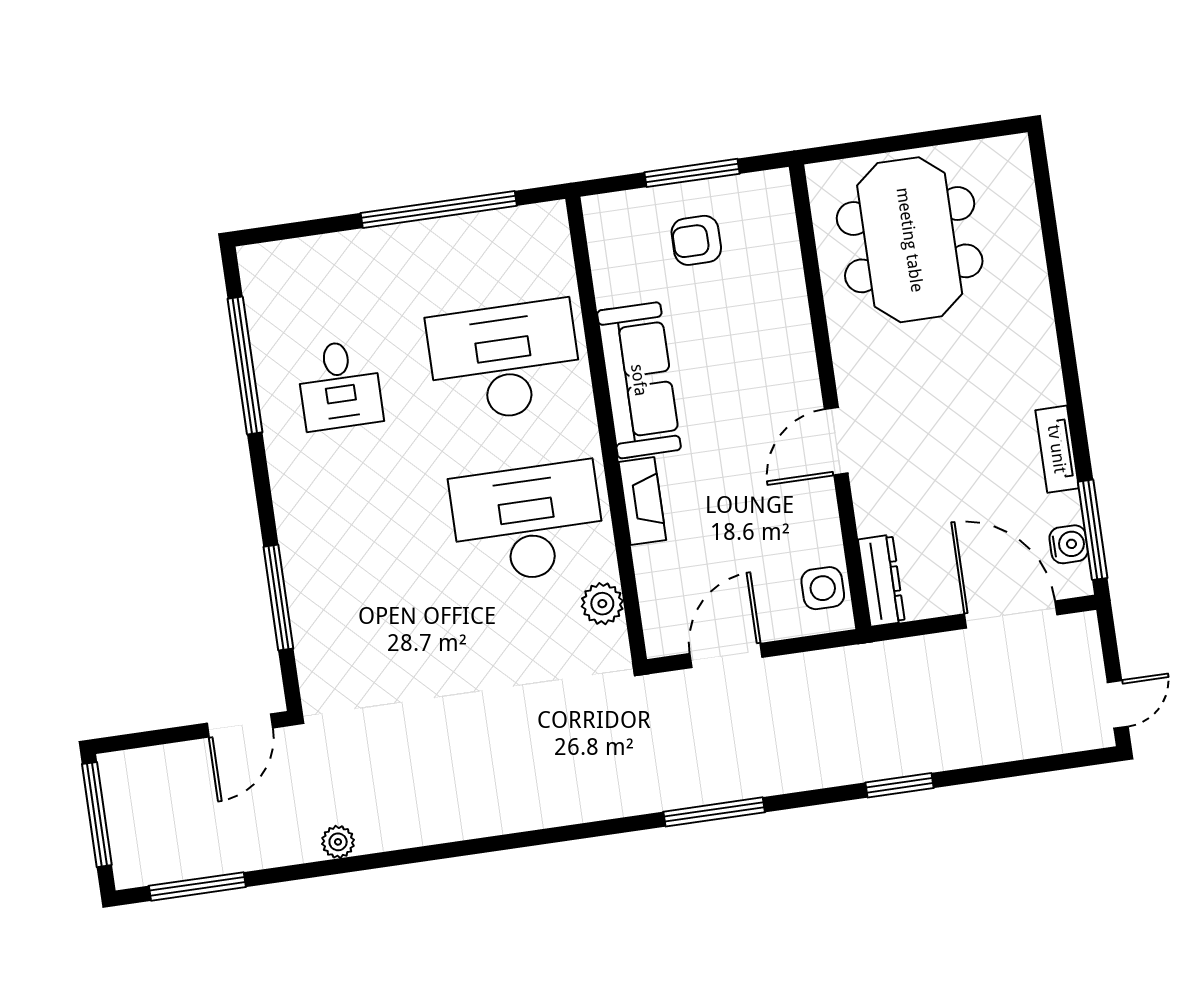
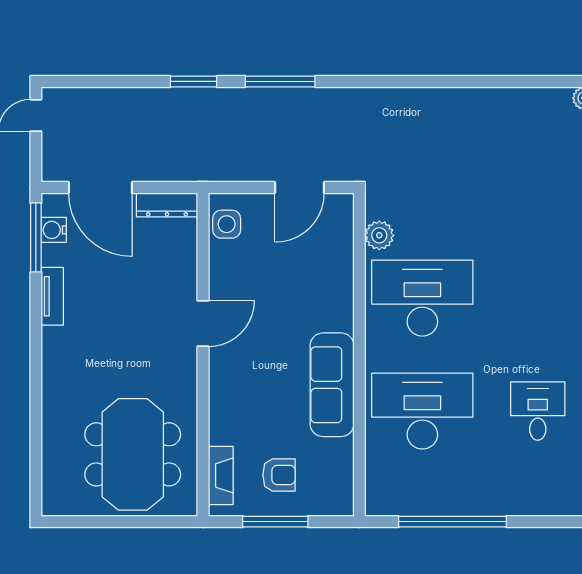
desk: (505, 361) -> (422, 411), turned 180
fireplace: (642, 501) -> (221, 475), moved, turned 180
desk: (528, 523) -> (422, 298), turned 180
dresser: (881, 581) -> (167, 205), moved, turned -90
window: (714, 812) -> (280, 81), moved

